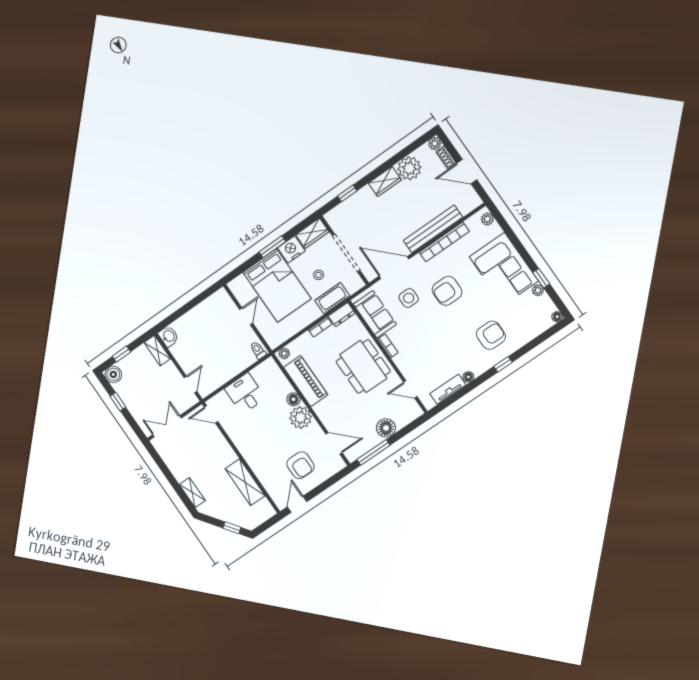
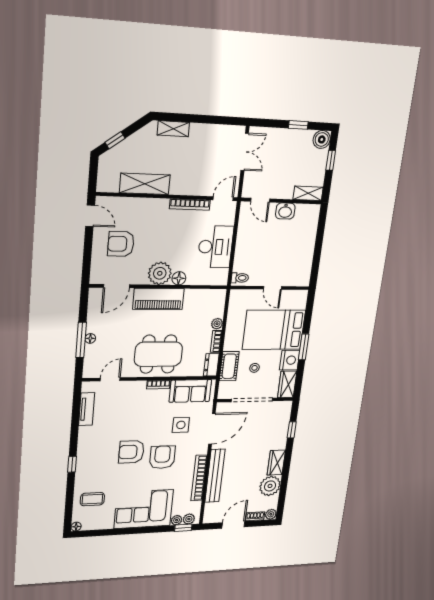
window: (541, 278) -> (183, 528), moved
plant: (538, 290) -> (177, 520), moved
coffee table: (523, 322) -> (92, 499), added
armchair: (491, 335) -> (131, 452), moved, turned 90
washbasin: (169, 336) -> (285, 211), moved
plant: (284, 353) -> (217, 324), moved
floor lamp: (468, 377) -> (83, 432), removed
piano: (306, 381) -> (158, 299), moved
desk: (245, 393) -> (215, 247), width x1.37
floor lamp: (386, 428) -> (90, 338), width x0.53, depth x0.53
bookcase: (234, 436) -> (190, 204), added
window: (373, 452) -> (81, 340), moved

